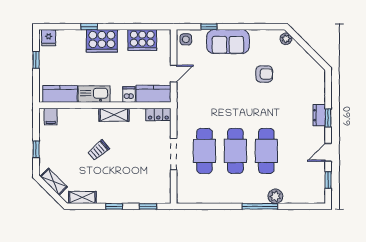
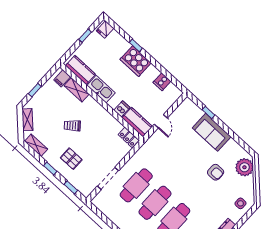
side table: (186, 39) -> (240, 203), moved
plant: (286, 39) -> (244, 167), width x1.87, depth x1.87
cooker: (142, 40) -> (162, 82), width x0.53, depth x0.76
door: (174, 74) -> (161, 121), hinge flipped
shelving: (114, 115) -> (77, 90), moved
doorway: (174, 154) -> (108, 178), moved
pallet: (125, 180) -> (71, 159), added

